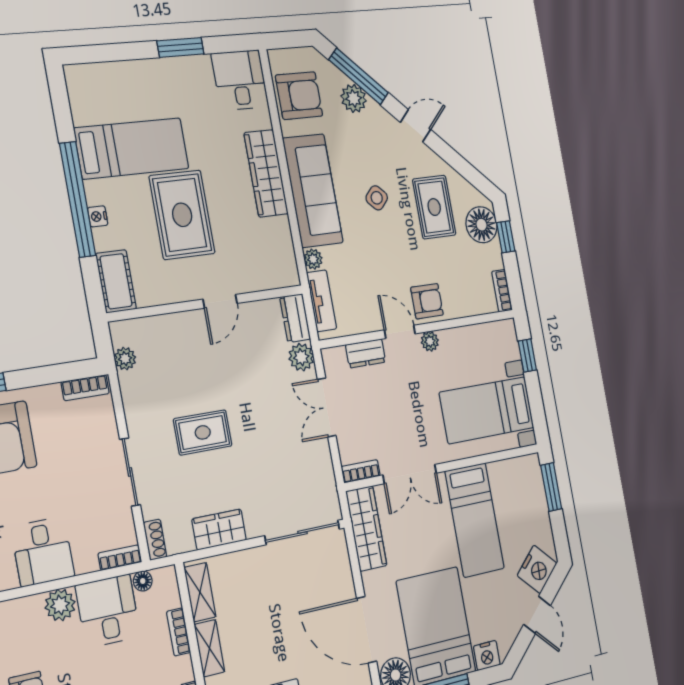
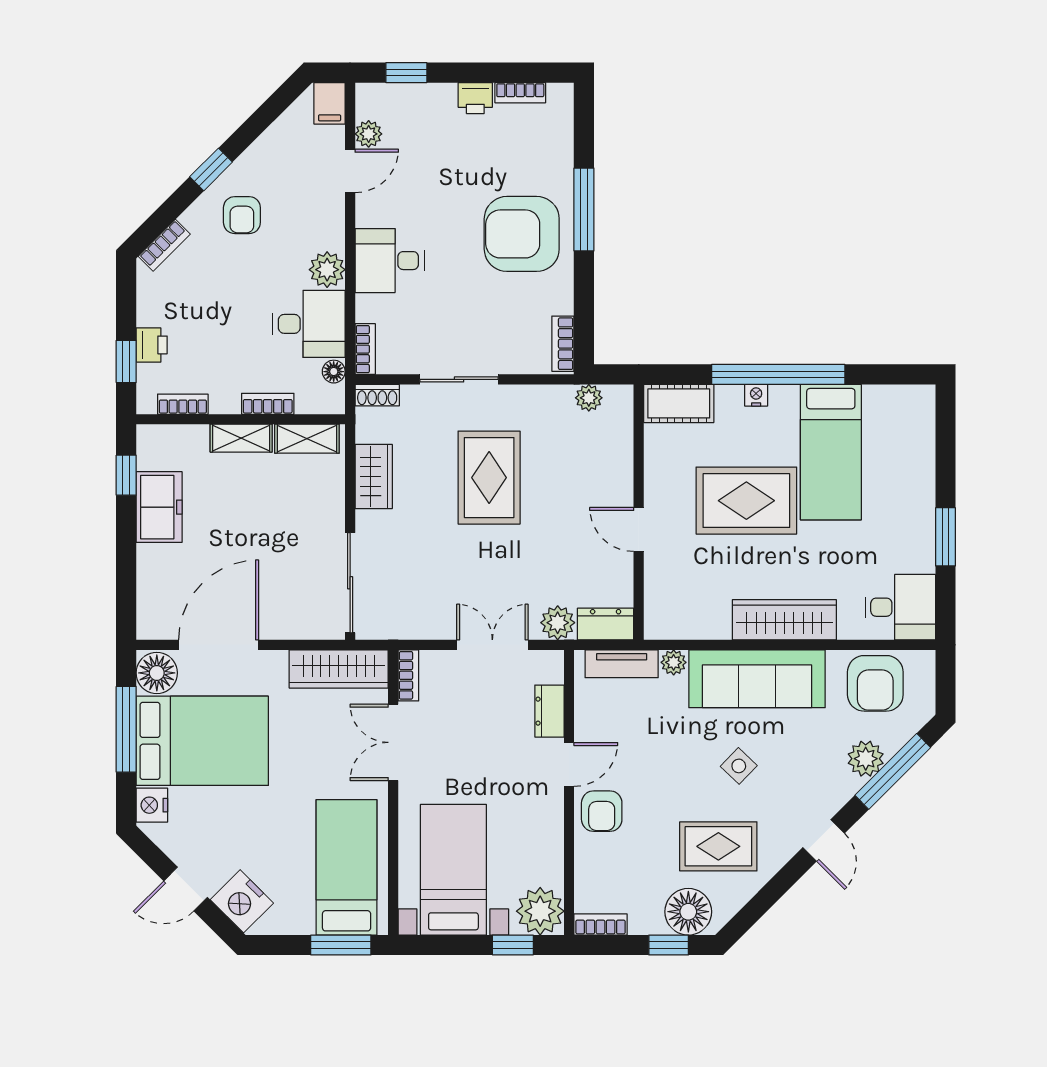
plant: (430, 341) -> (540, 911), moved, width x1.87, depth x1.87
rug: (203, 432) -> (489, 478), width x1.36, depth x1.43
bed: (475, 520) -> (347, 867), moved, turned 90

